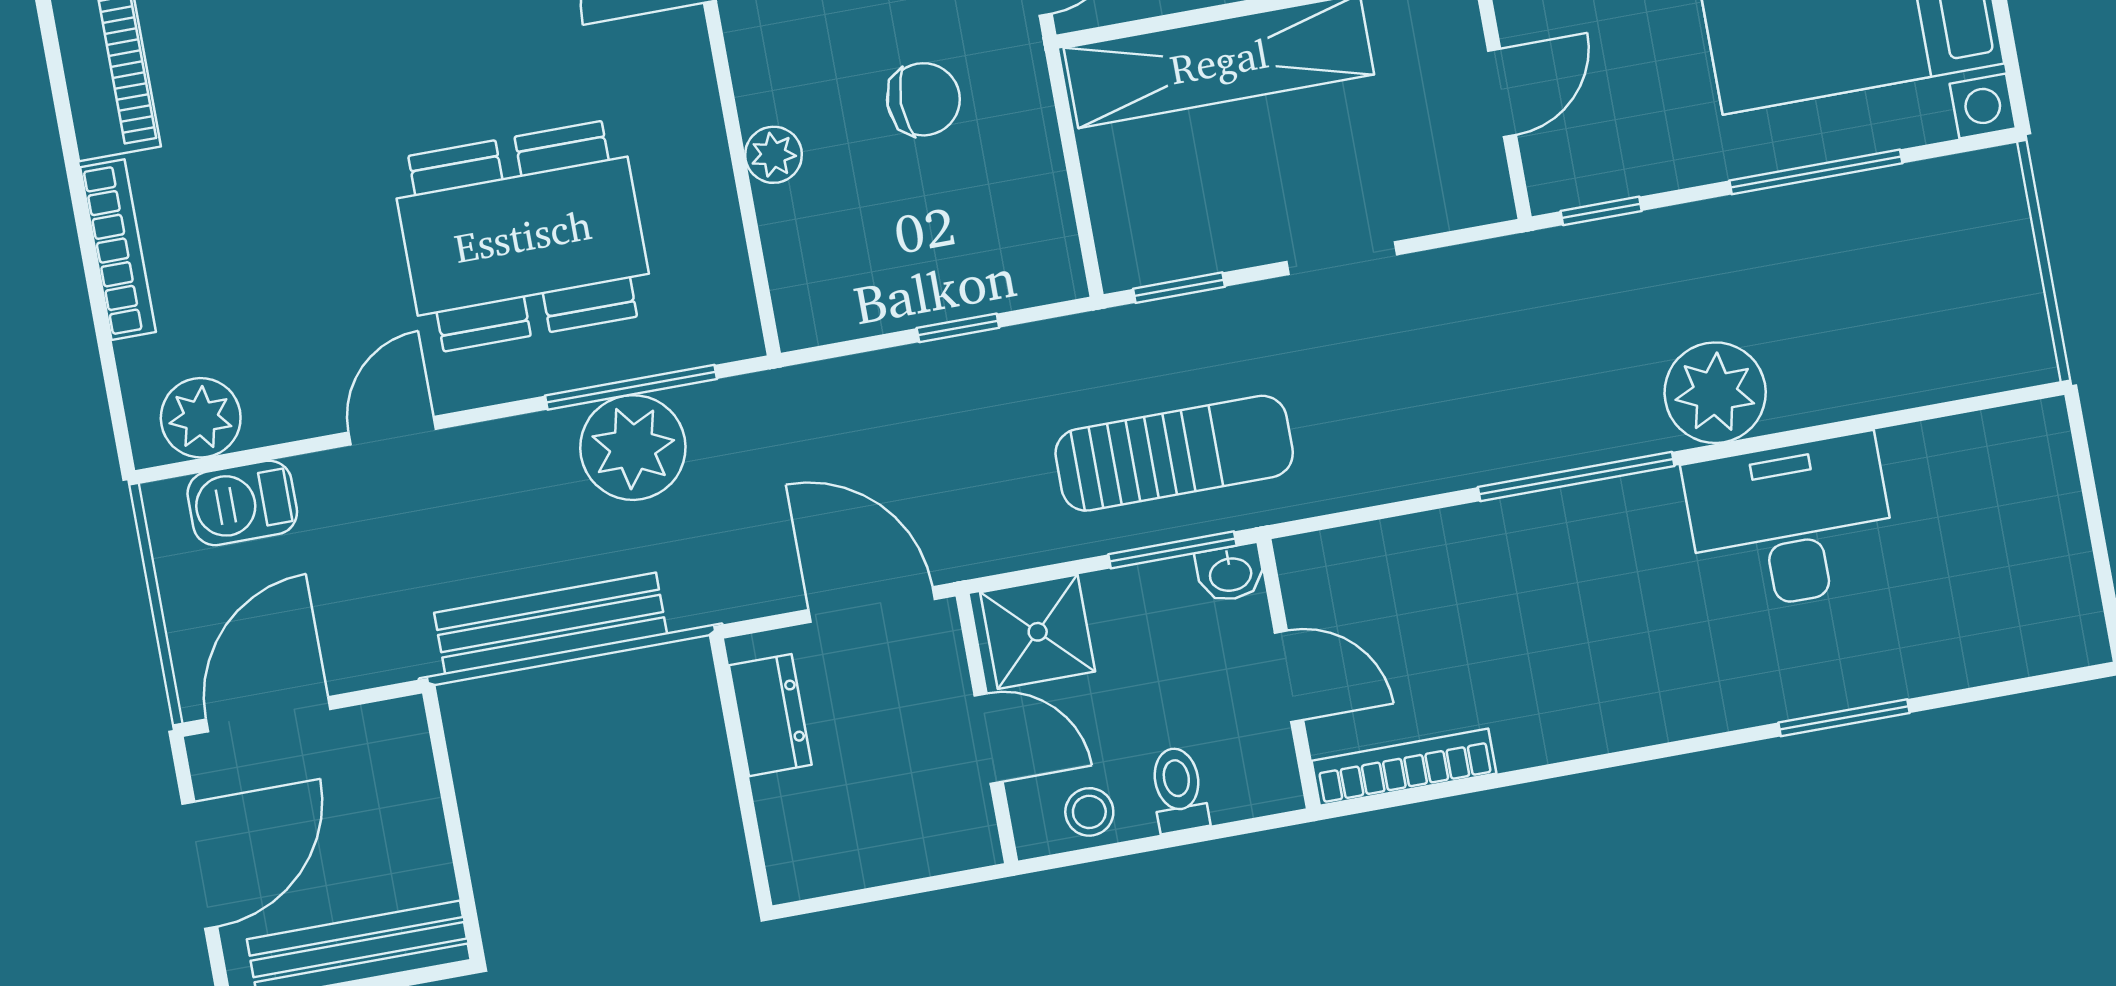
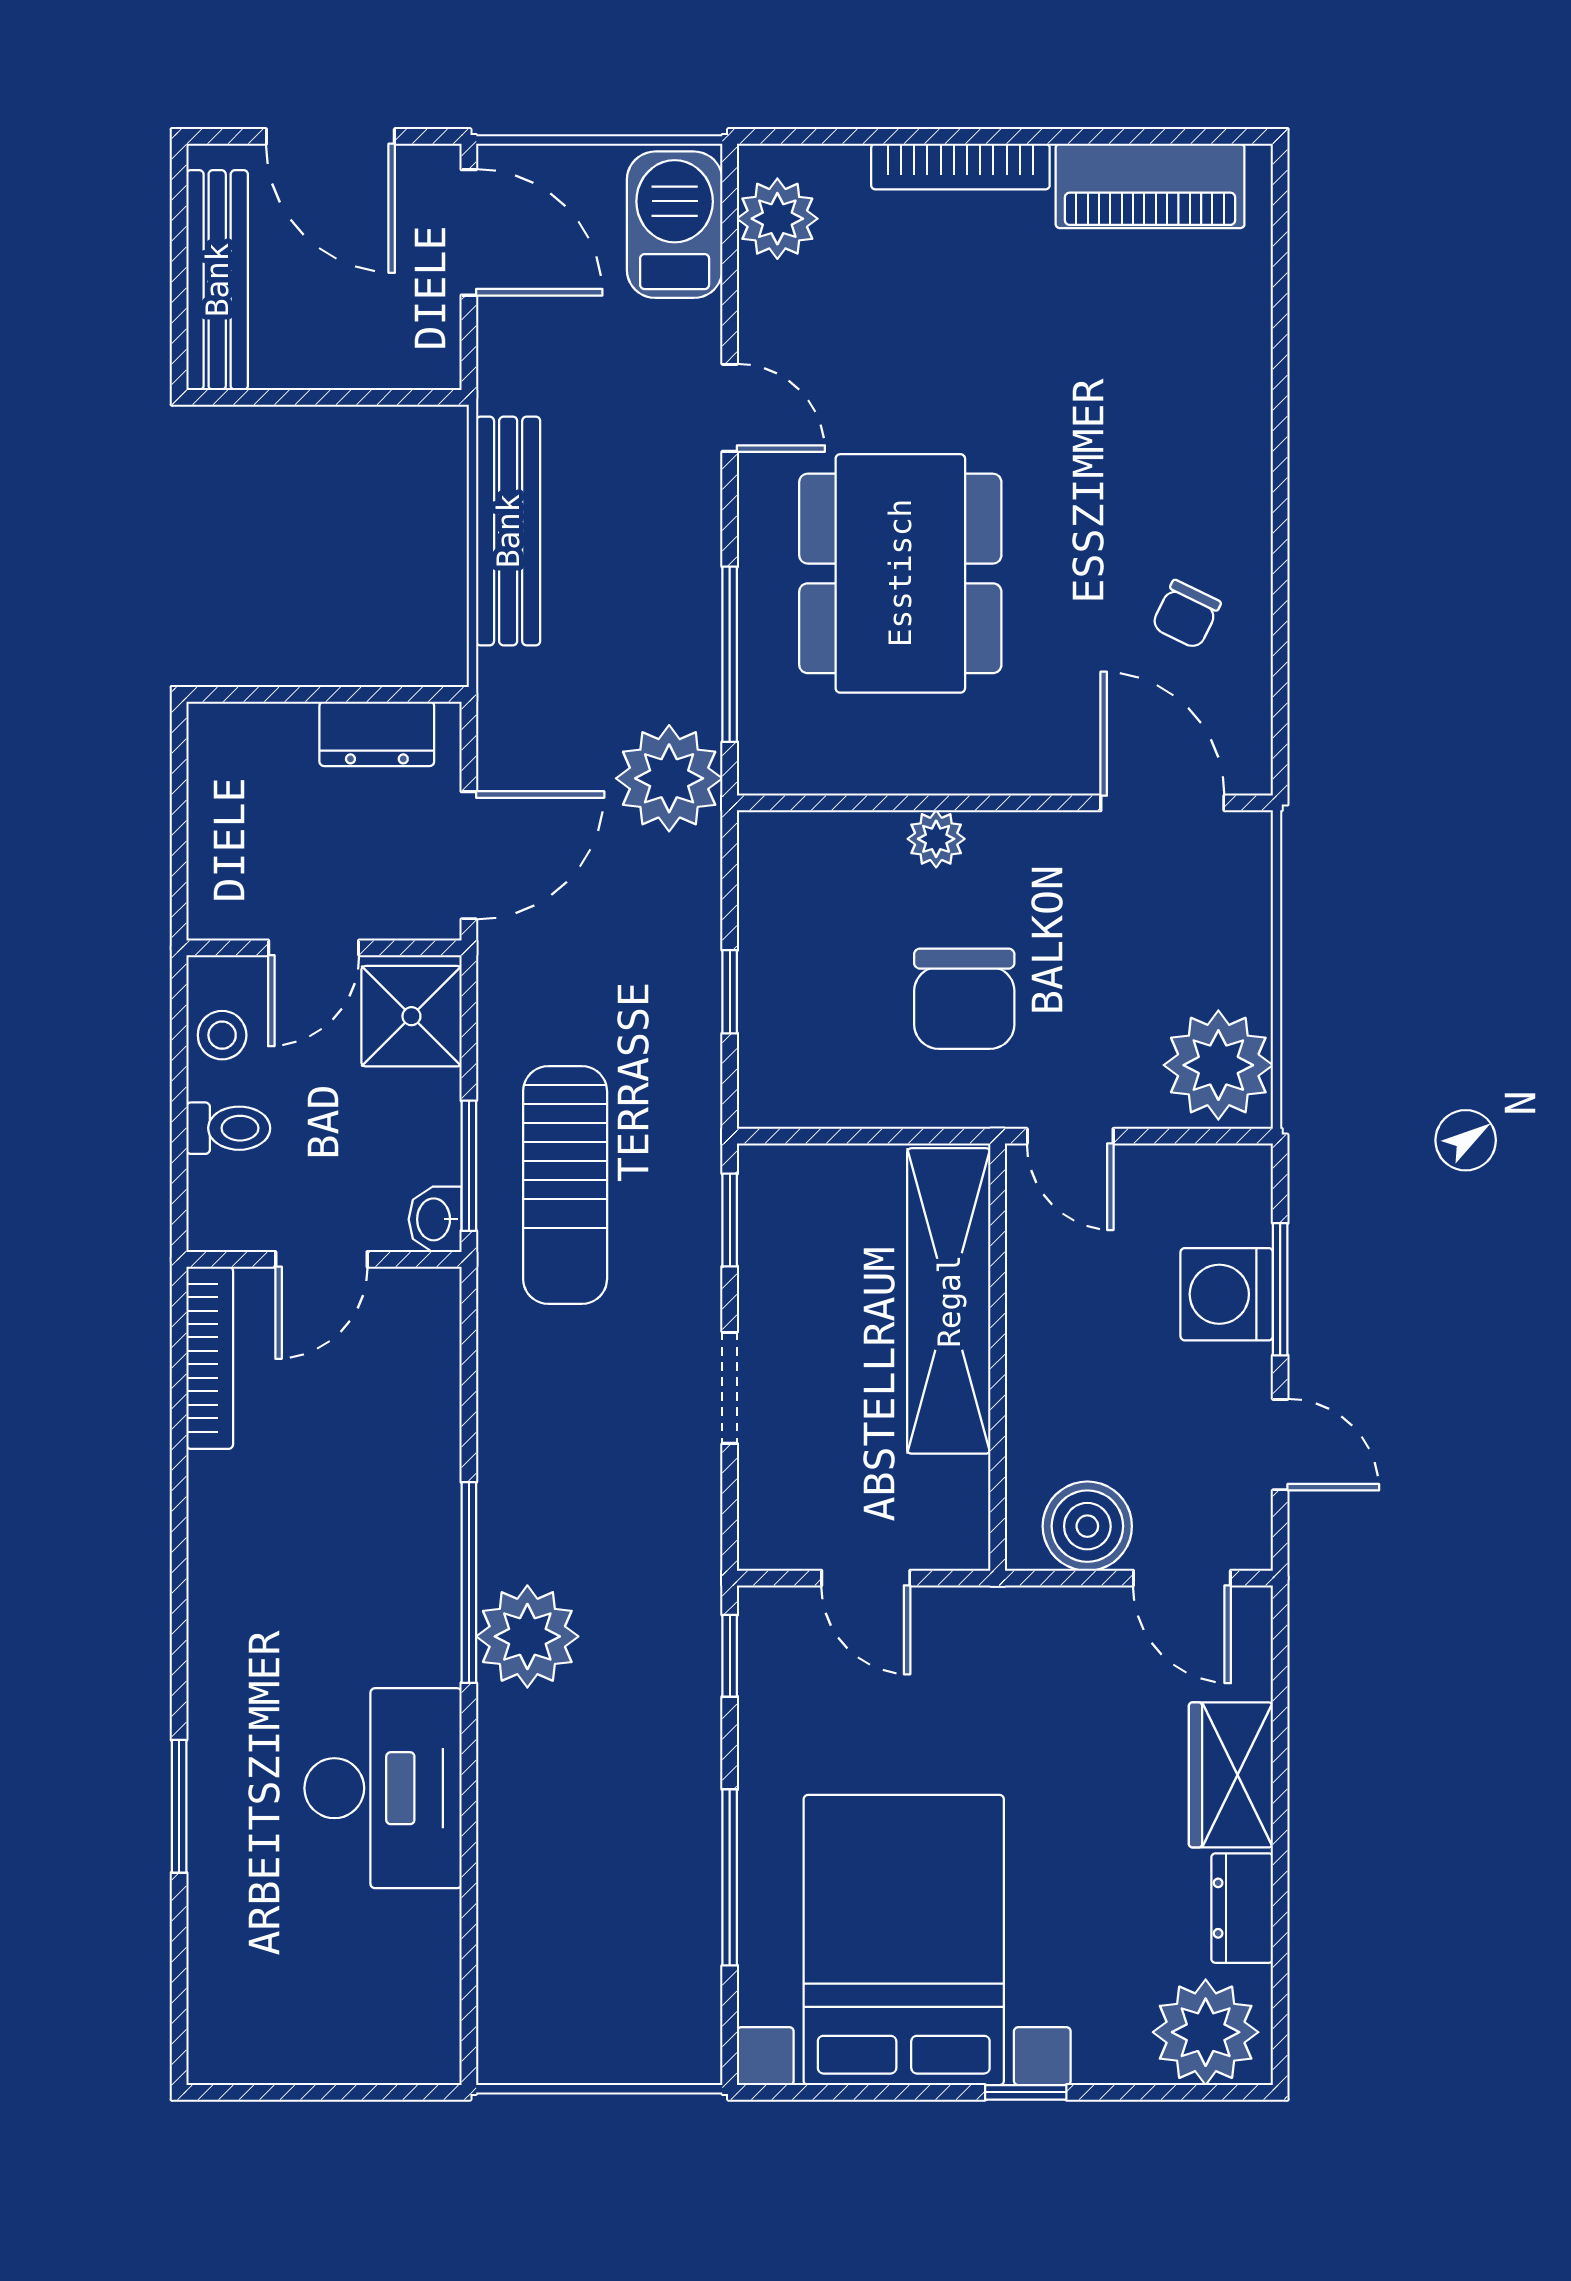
chair: (923, 99) -> (964, 999), width x1.37, depth x1.37
plant: (1715, 393) -> (527, 1636), moved
plant: (633, 448) -> (669, 778), moved
barbecue: (242, 503) -> (675, 225), width x1.38, depth x1.27

